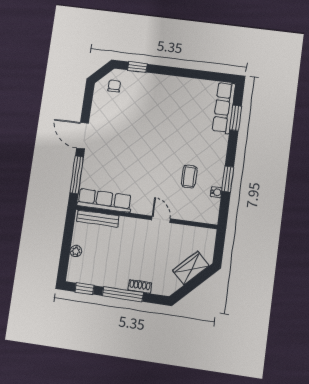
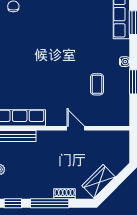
water cooler: (216, 192) -> (124, 62), moved
wardrobe: (191, 268) -> (99, 181), moved

